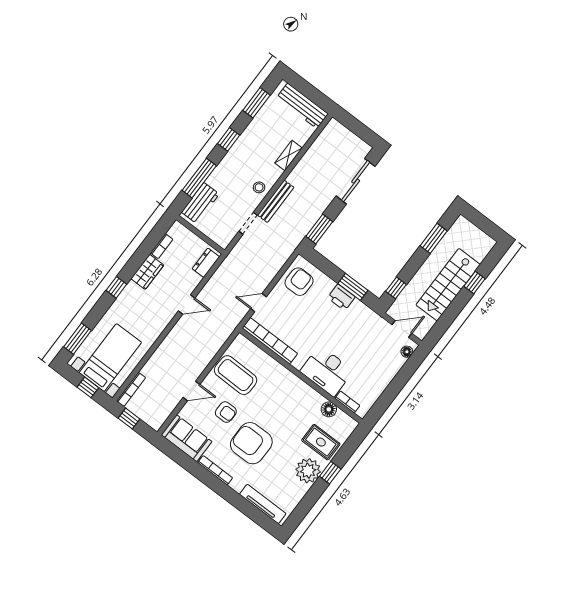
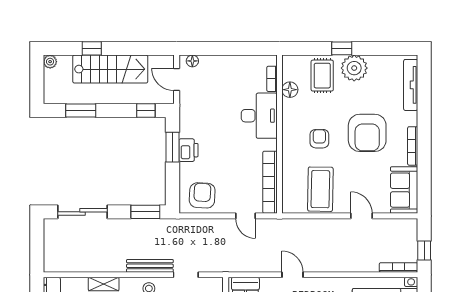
plant: (488, 243) -> (50, 62), added
armchair: (299, 282) -> (202, 195), turned 93
armchair: (226, 412) -> (319, 139), moved

